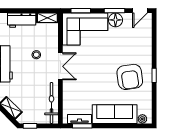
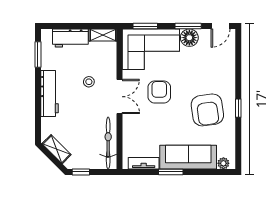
armchair: (92, 63) -> (159, 92), added
window: (82, 126) -> (171, 172), moved

